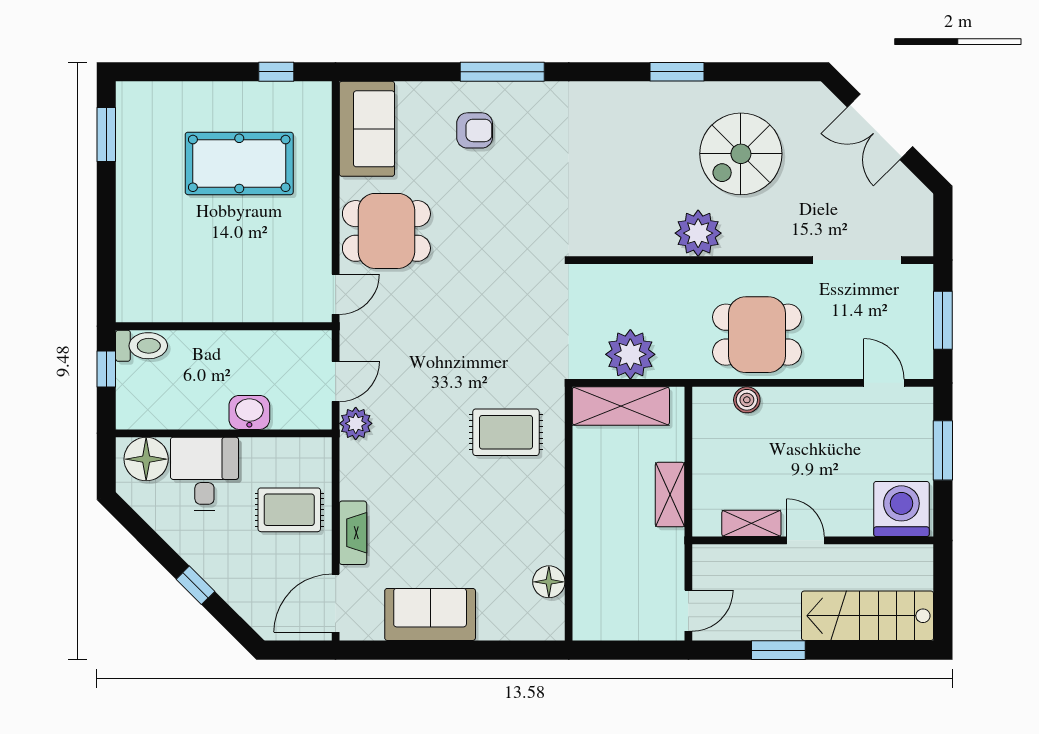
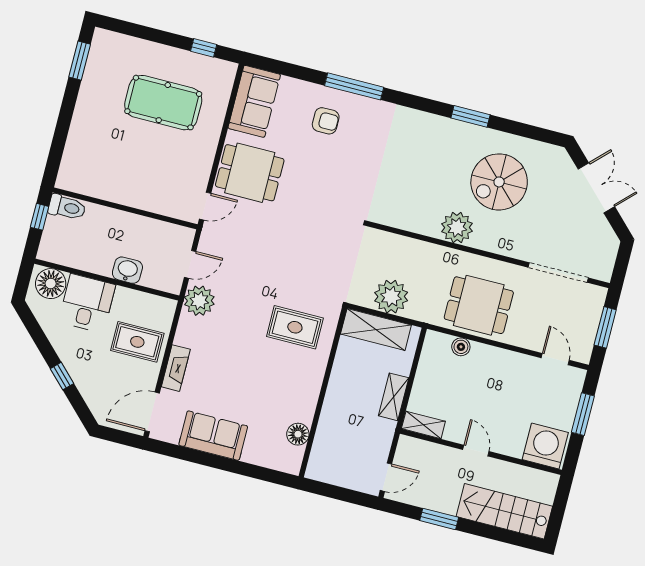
double door: (880, 127) -> (596, 188), swing flipped
plant: (356, 423) -> (199, 301), width x1.36, depth x1.36
shelving: (751, 523) -> (423, 425), moved

